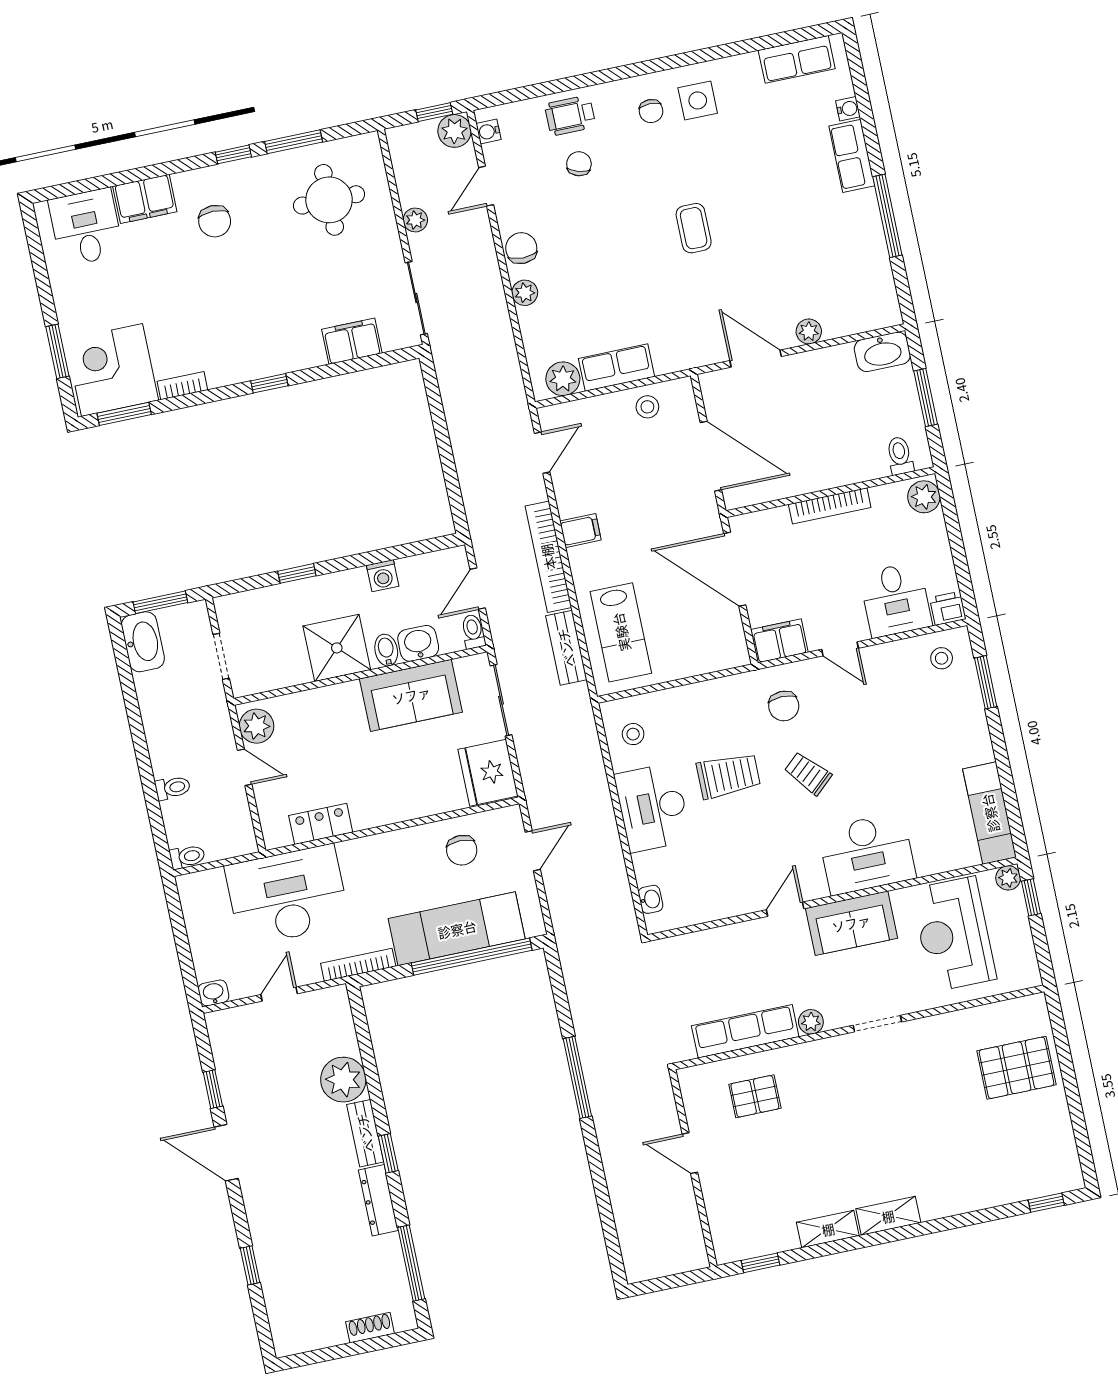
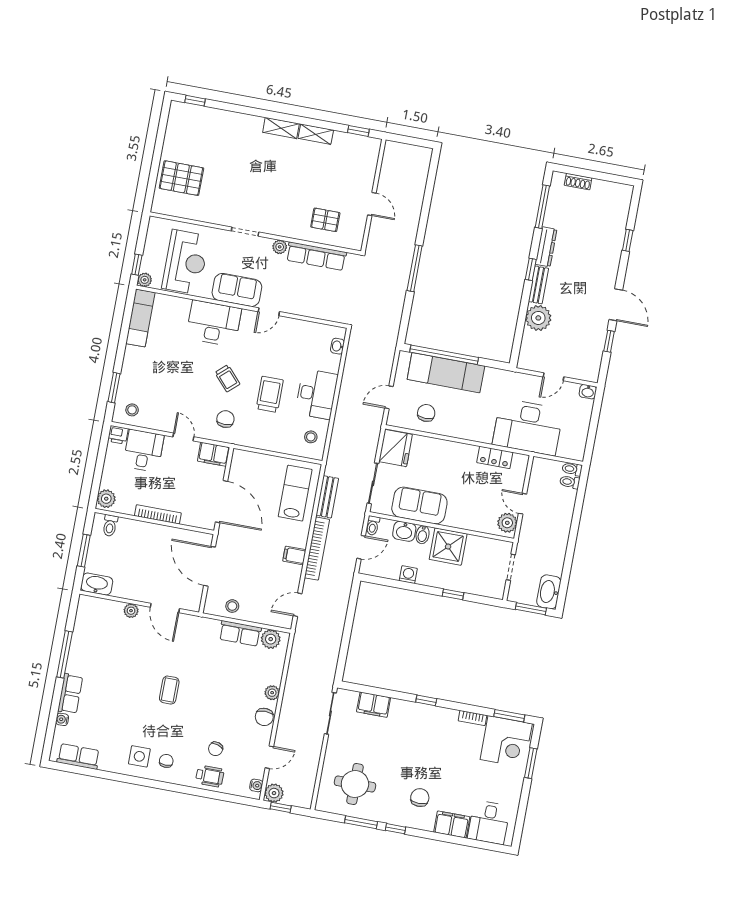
plant: (415, 220) -> (314, 755), removed
trolley: (728, 776) -> (270, 394), turned 90
toilet: (173, 788) -> (570, 482), moved
bookcase: (358, 965) -> (506, 375), removed

